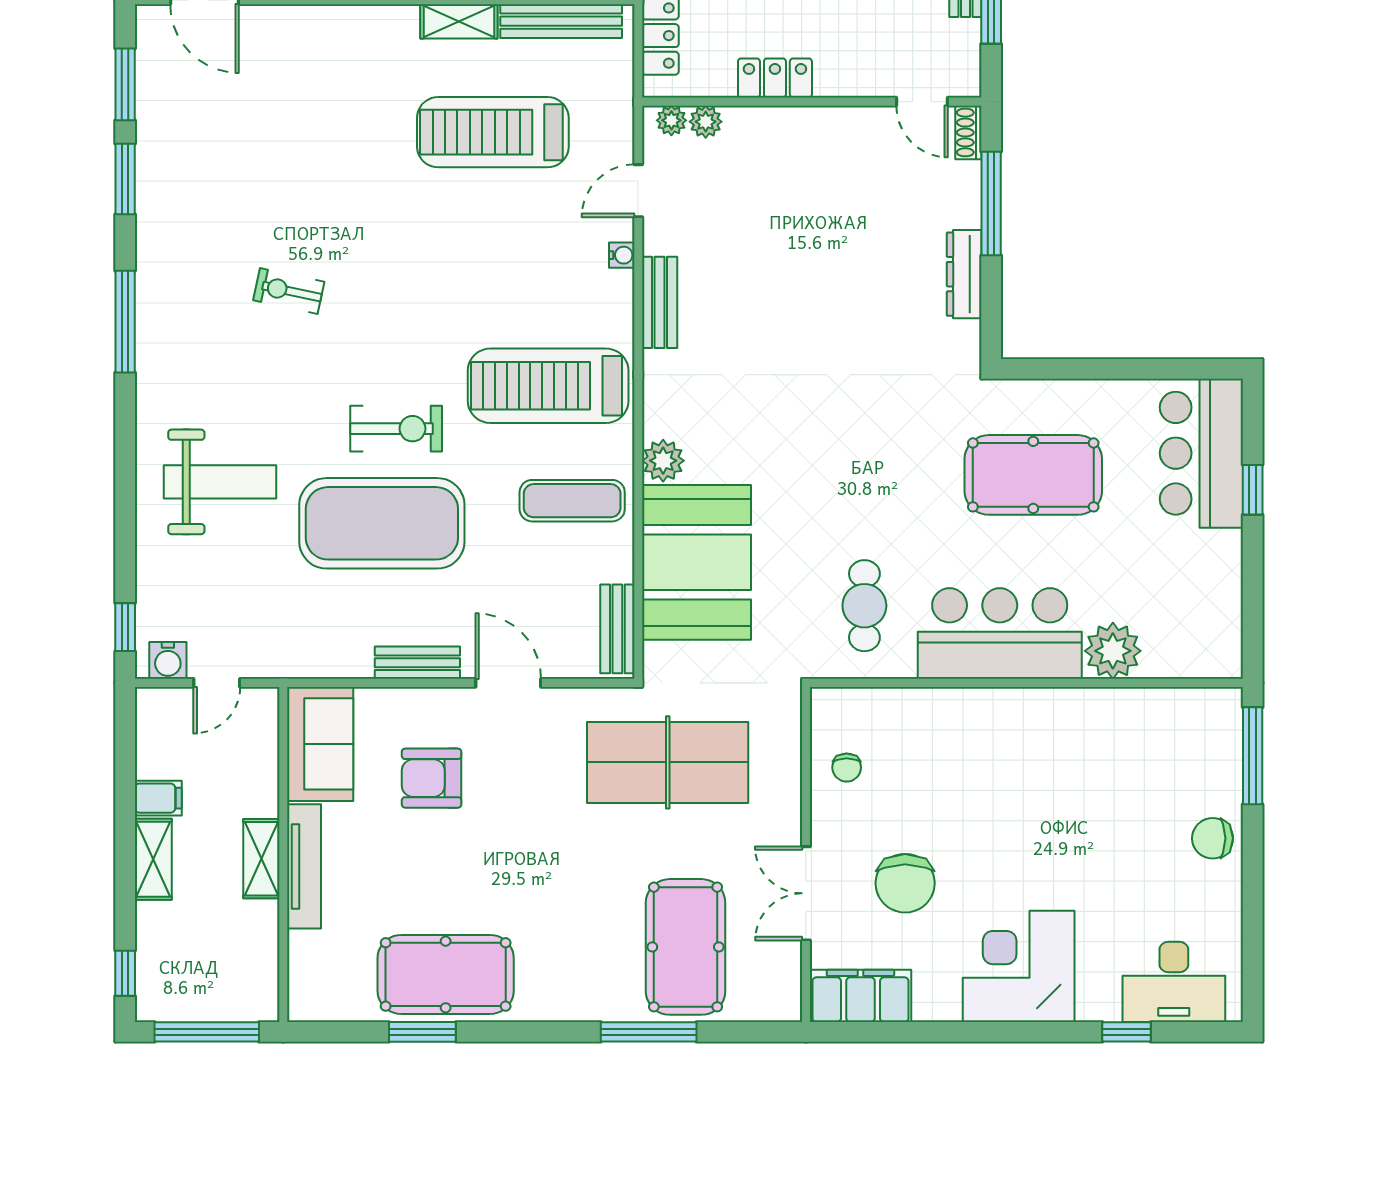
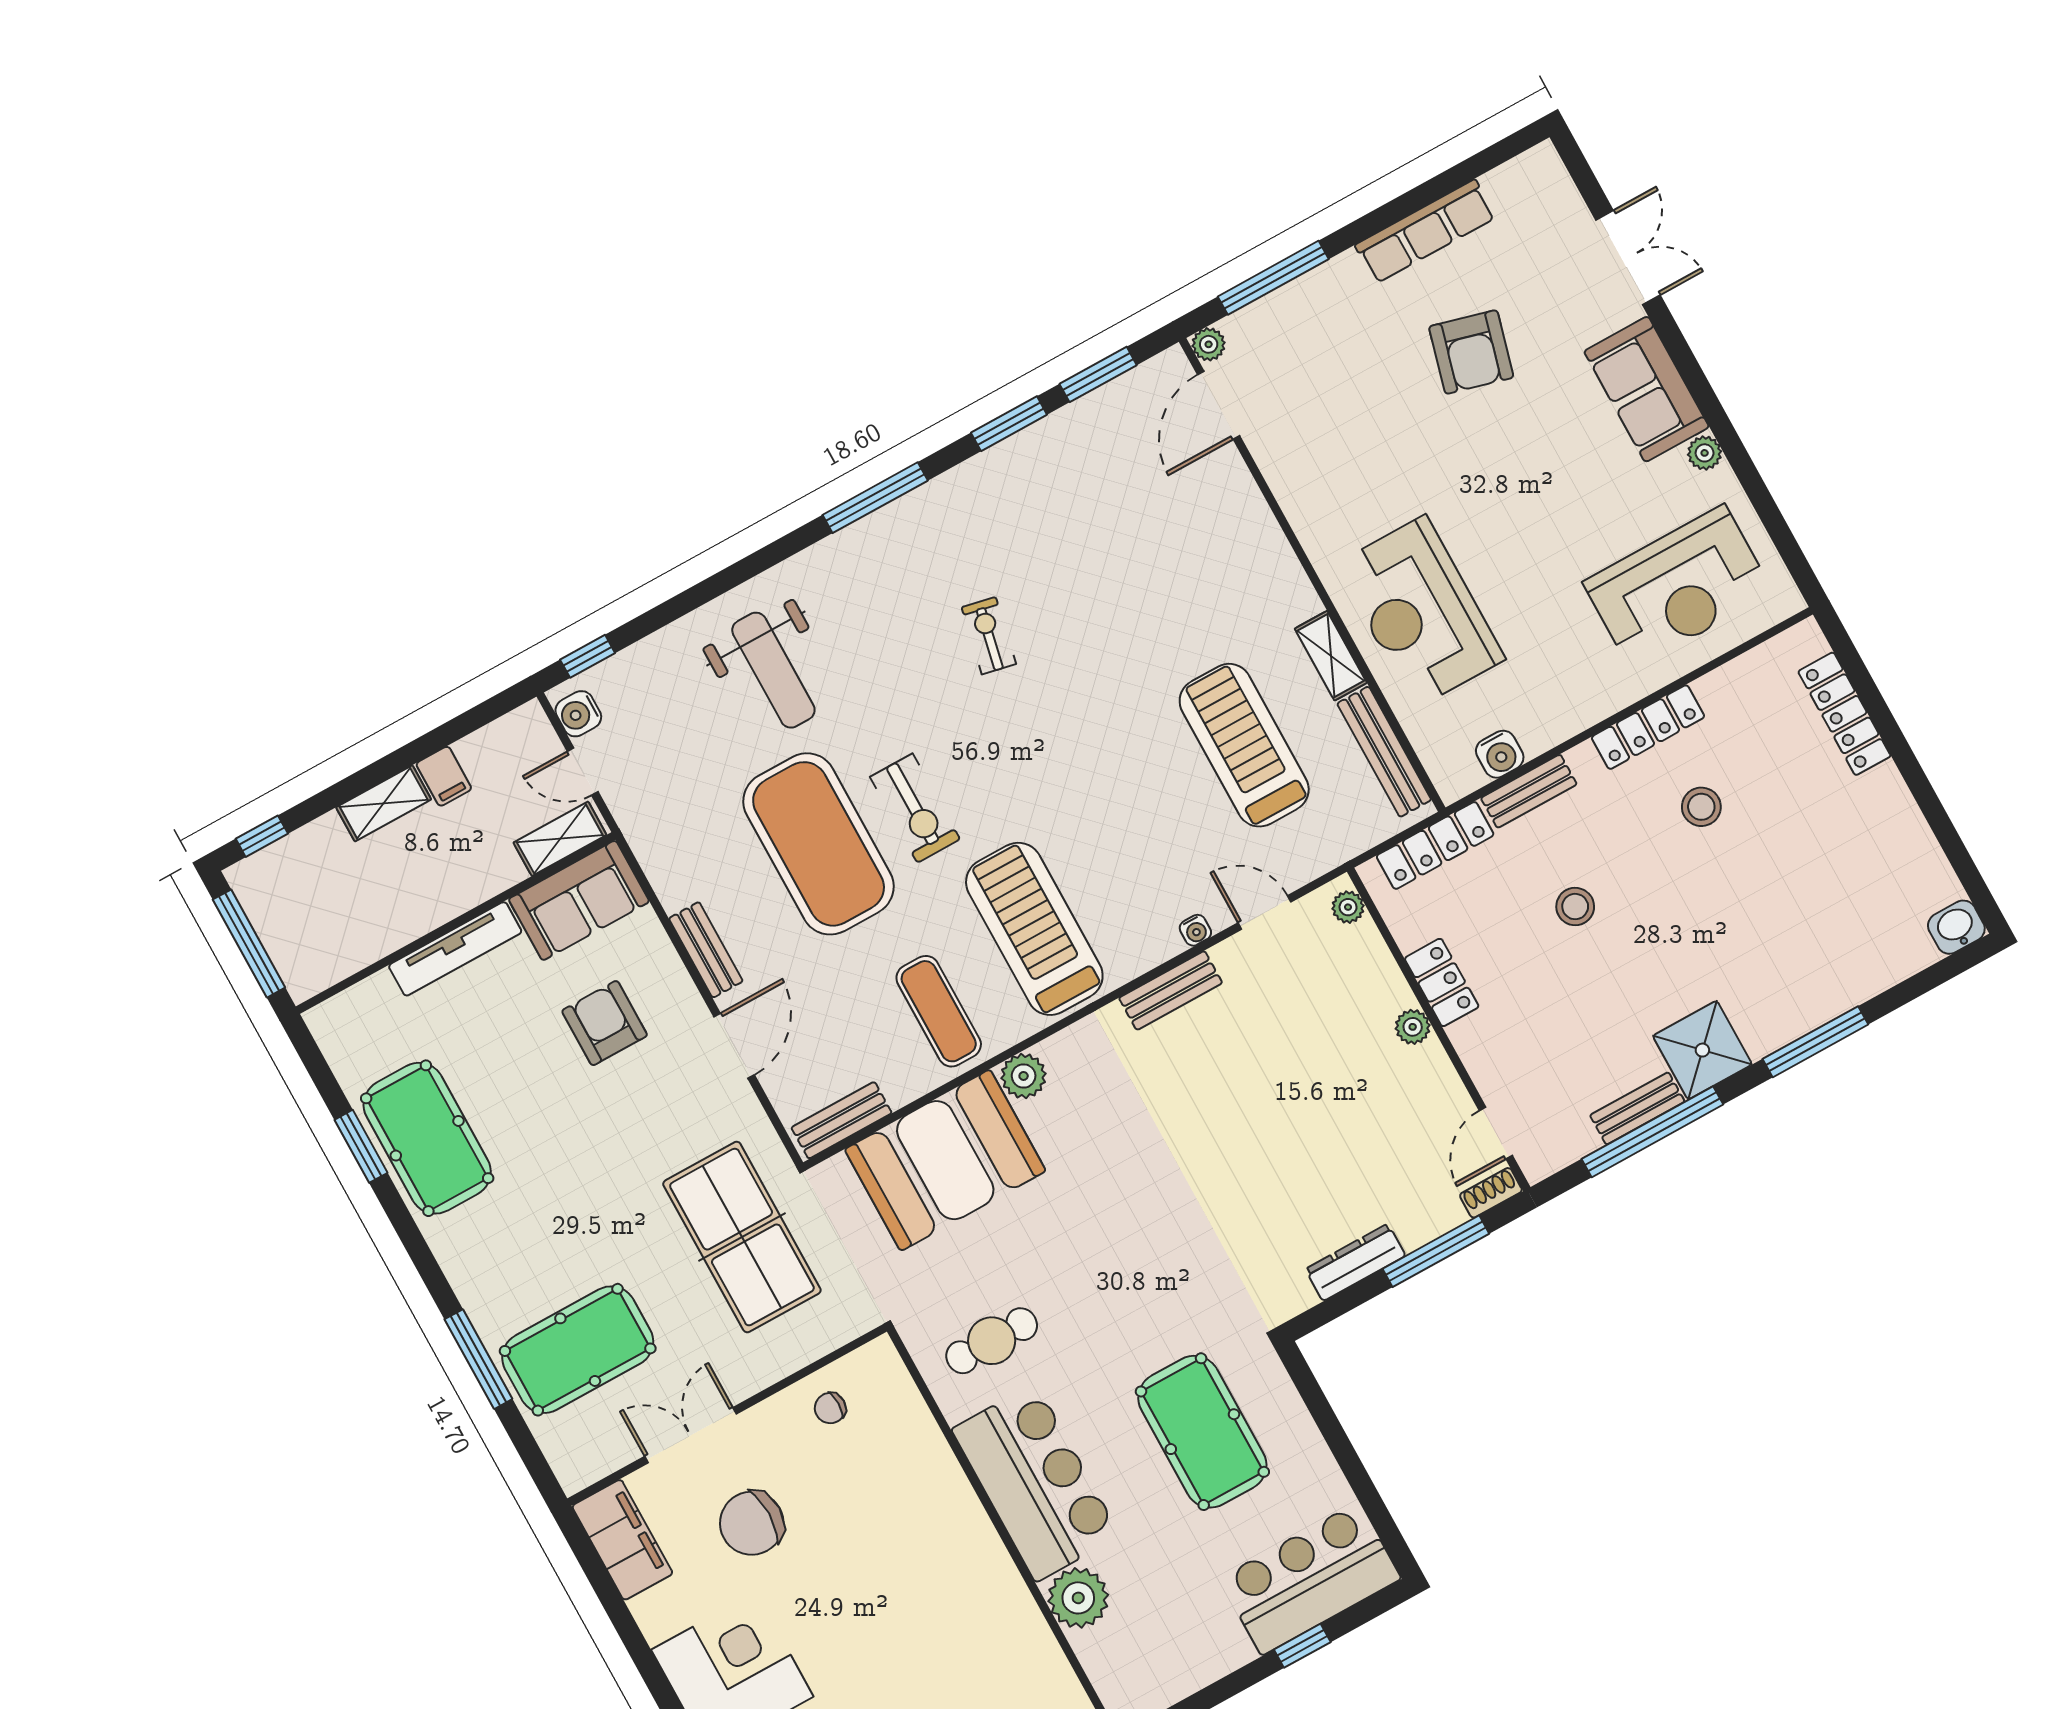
plant: (706, 122) -> (1413, 1027), moved
shelving: (261, 859) -> (560, 839), moved

